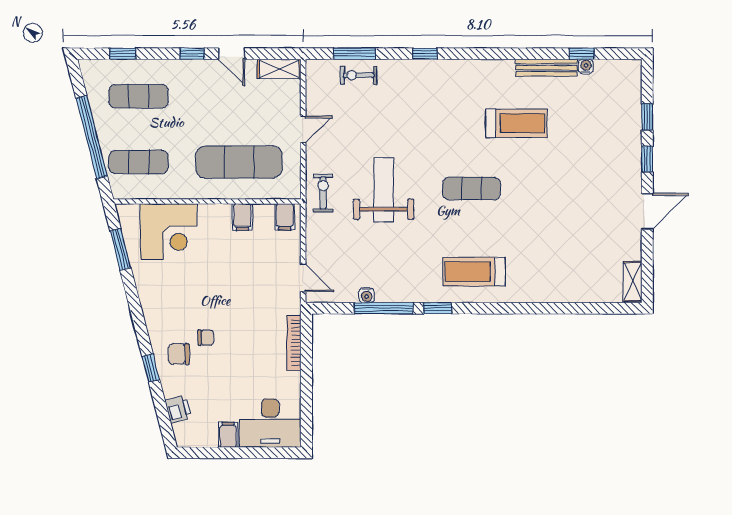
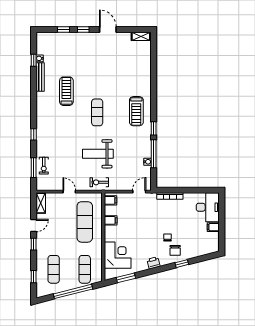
printer: (178, 409) -> (153, 263), moved

